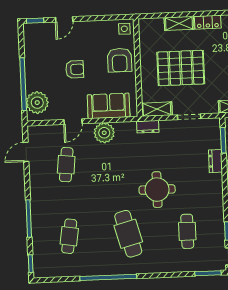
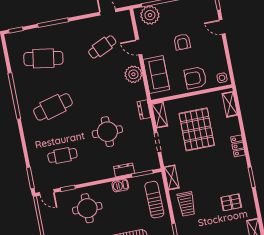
shelving: (179, 23) -> (230, 104), moved
cafe table: (66, 165) -> (102, 47), turned -30
round table: (157, 190) -> (107, 132), moved
cafe table: (69, 236) -> (43, 58), width x1.37, depth x1.35

